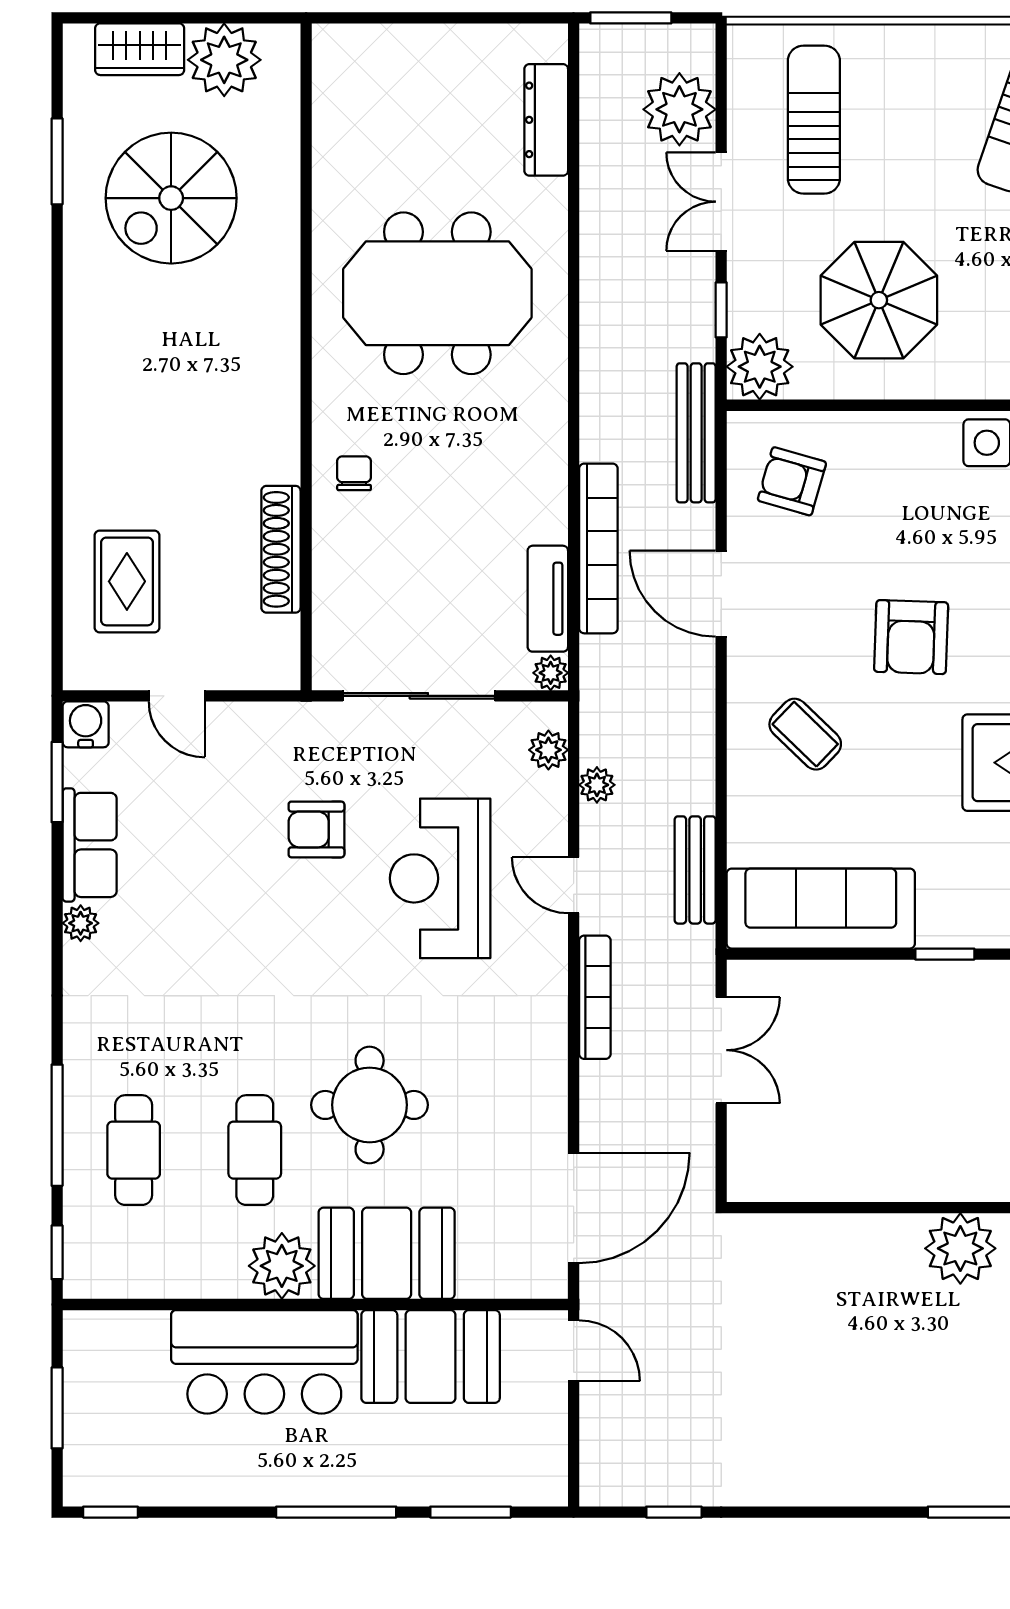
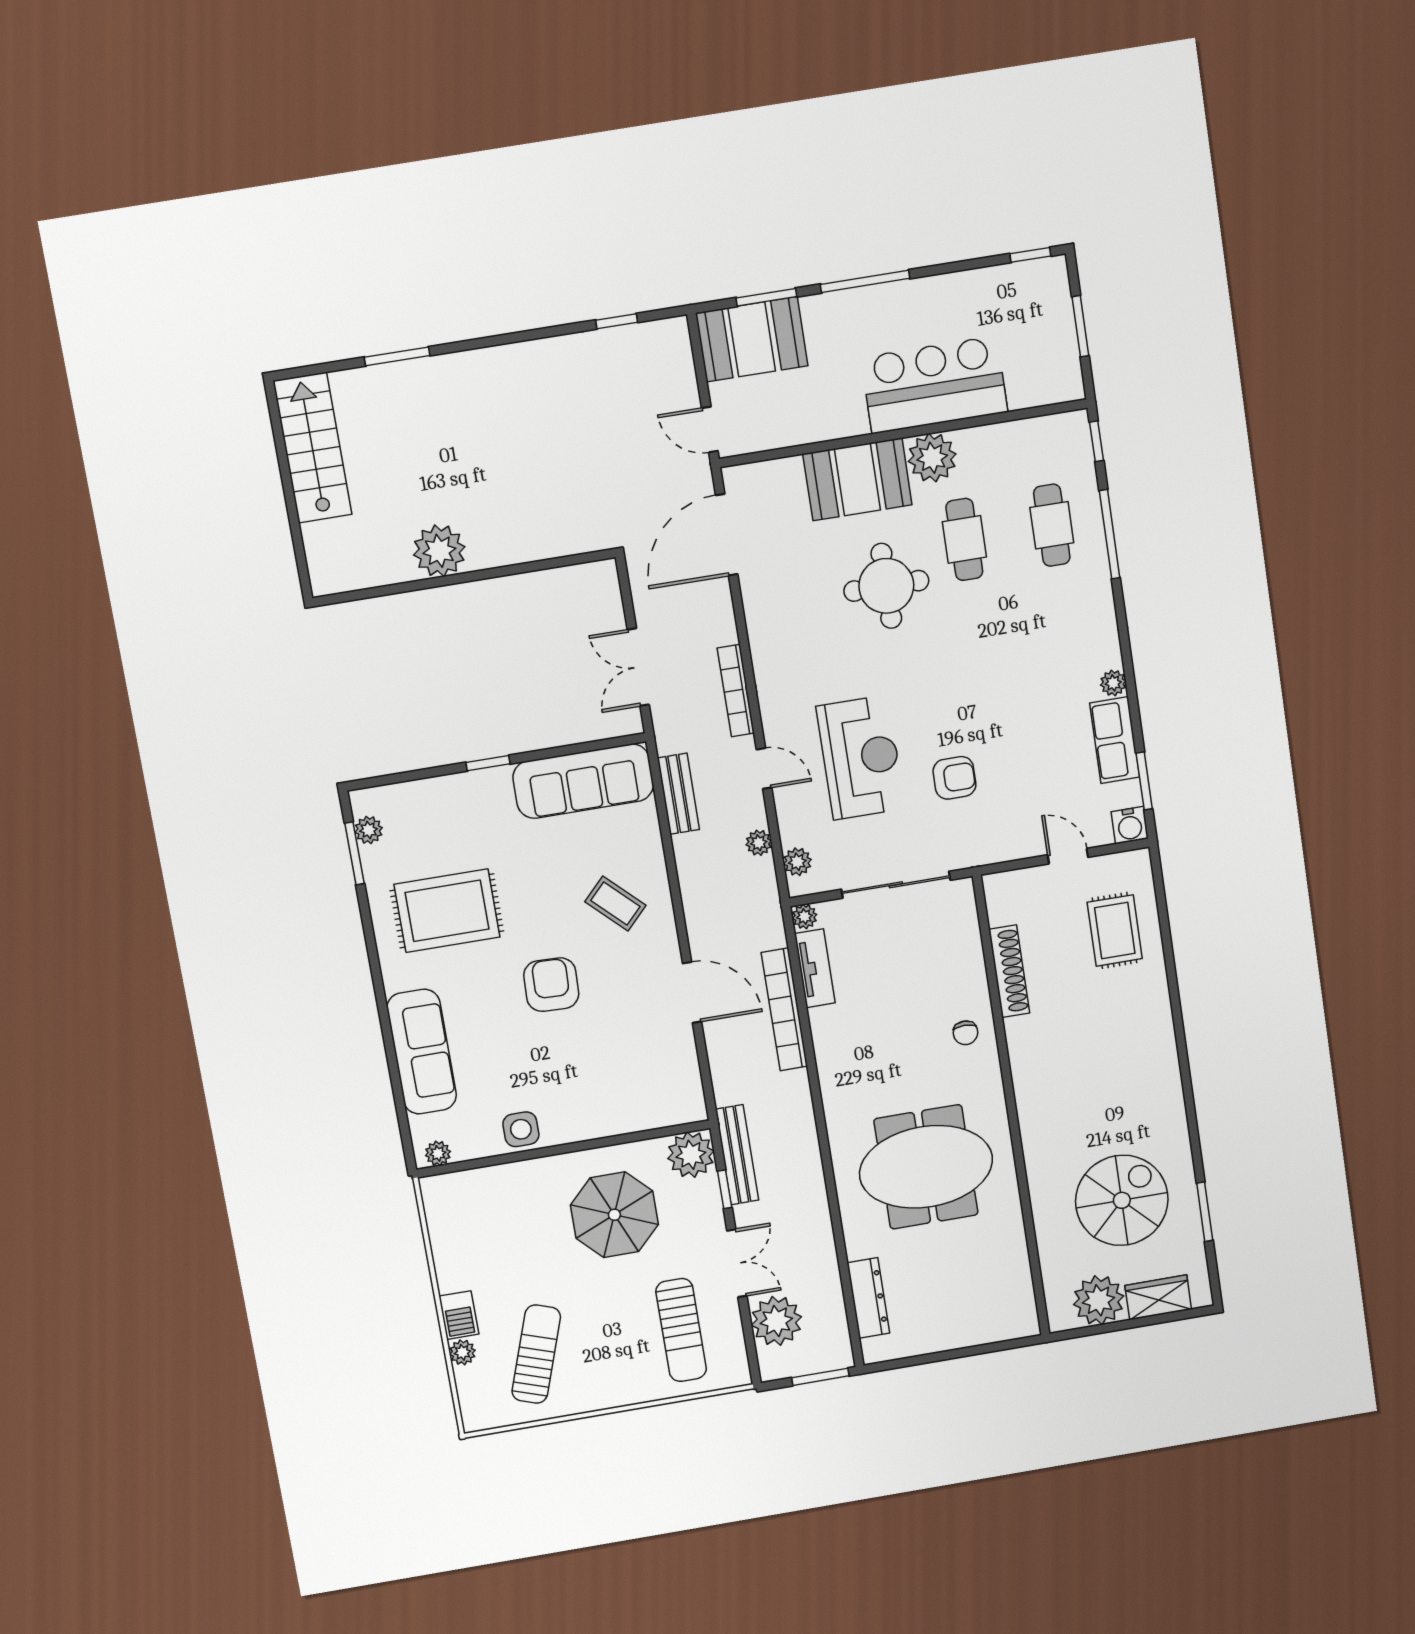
bench: (696, 433) -> (737, 1155), moved
armchair: (792, 481) -> (655, 1079), removed
booth: (431, 1357) -> (752, 339), moved

